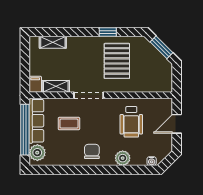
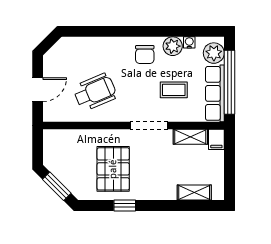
wheelchair: (131, 122) -> (95, 92), turned 67
plant: (123, 158) -> (173, 46), moved
water cooler: (152, 161) -> (189, 42), moved

